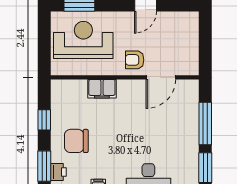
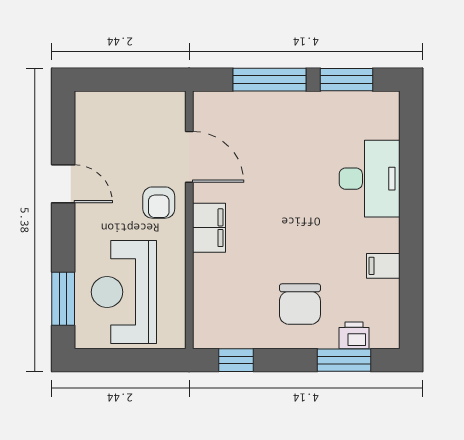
filing cabinet: (102, 89) -> (209, 228), moved
window: (44, 120) -> (236, 360), moved

